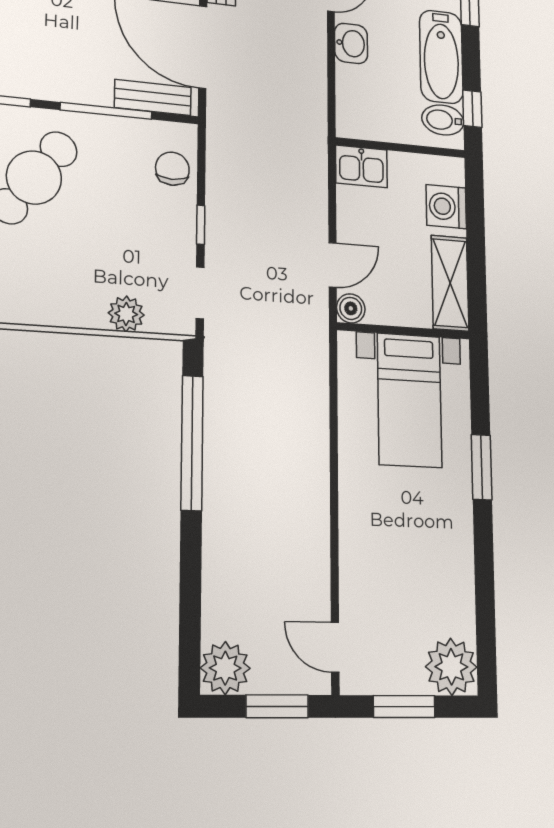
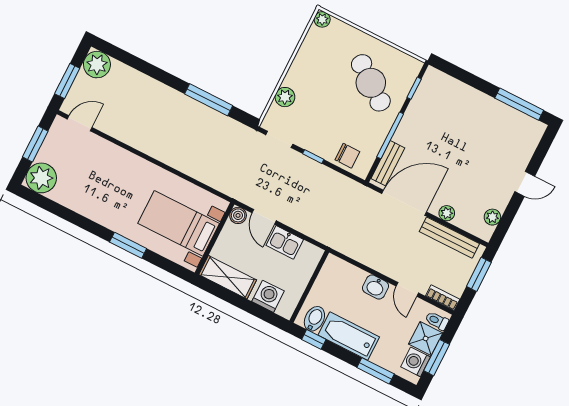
kitchen sink: (361, 166) -> (285, 242), moved, turned -90
window: (192, 443) -> (209, 100), width x0.68

